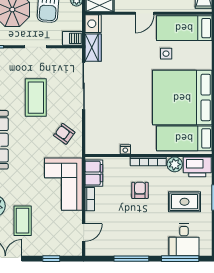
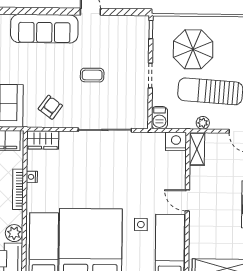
wardrobe: (93, 48) -> (43, 140), moved
coffee table: (36, 98) -> (92, 75), width x0.54, depth x0.58
bookcase: (148, 161) -> (18, 189), moved

